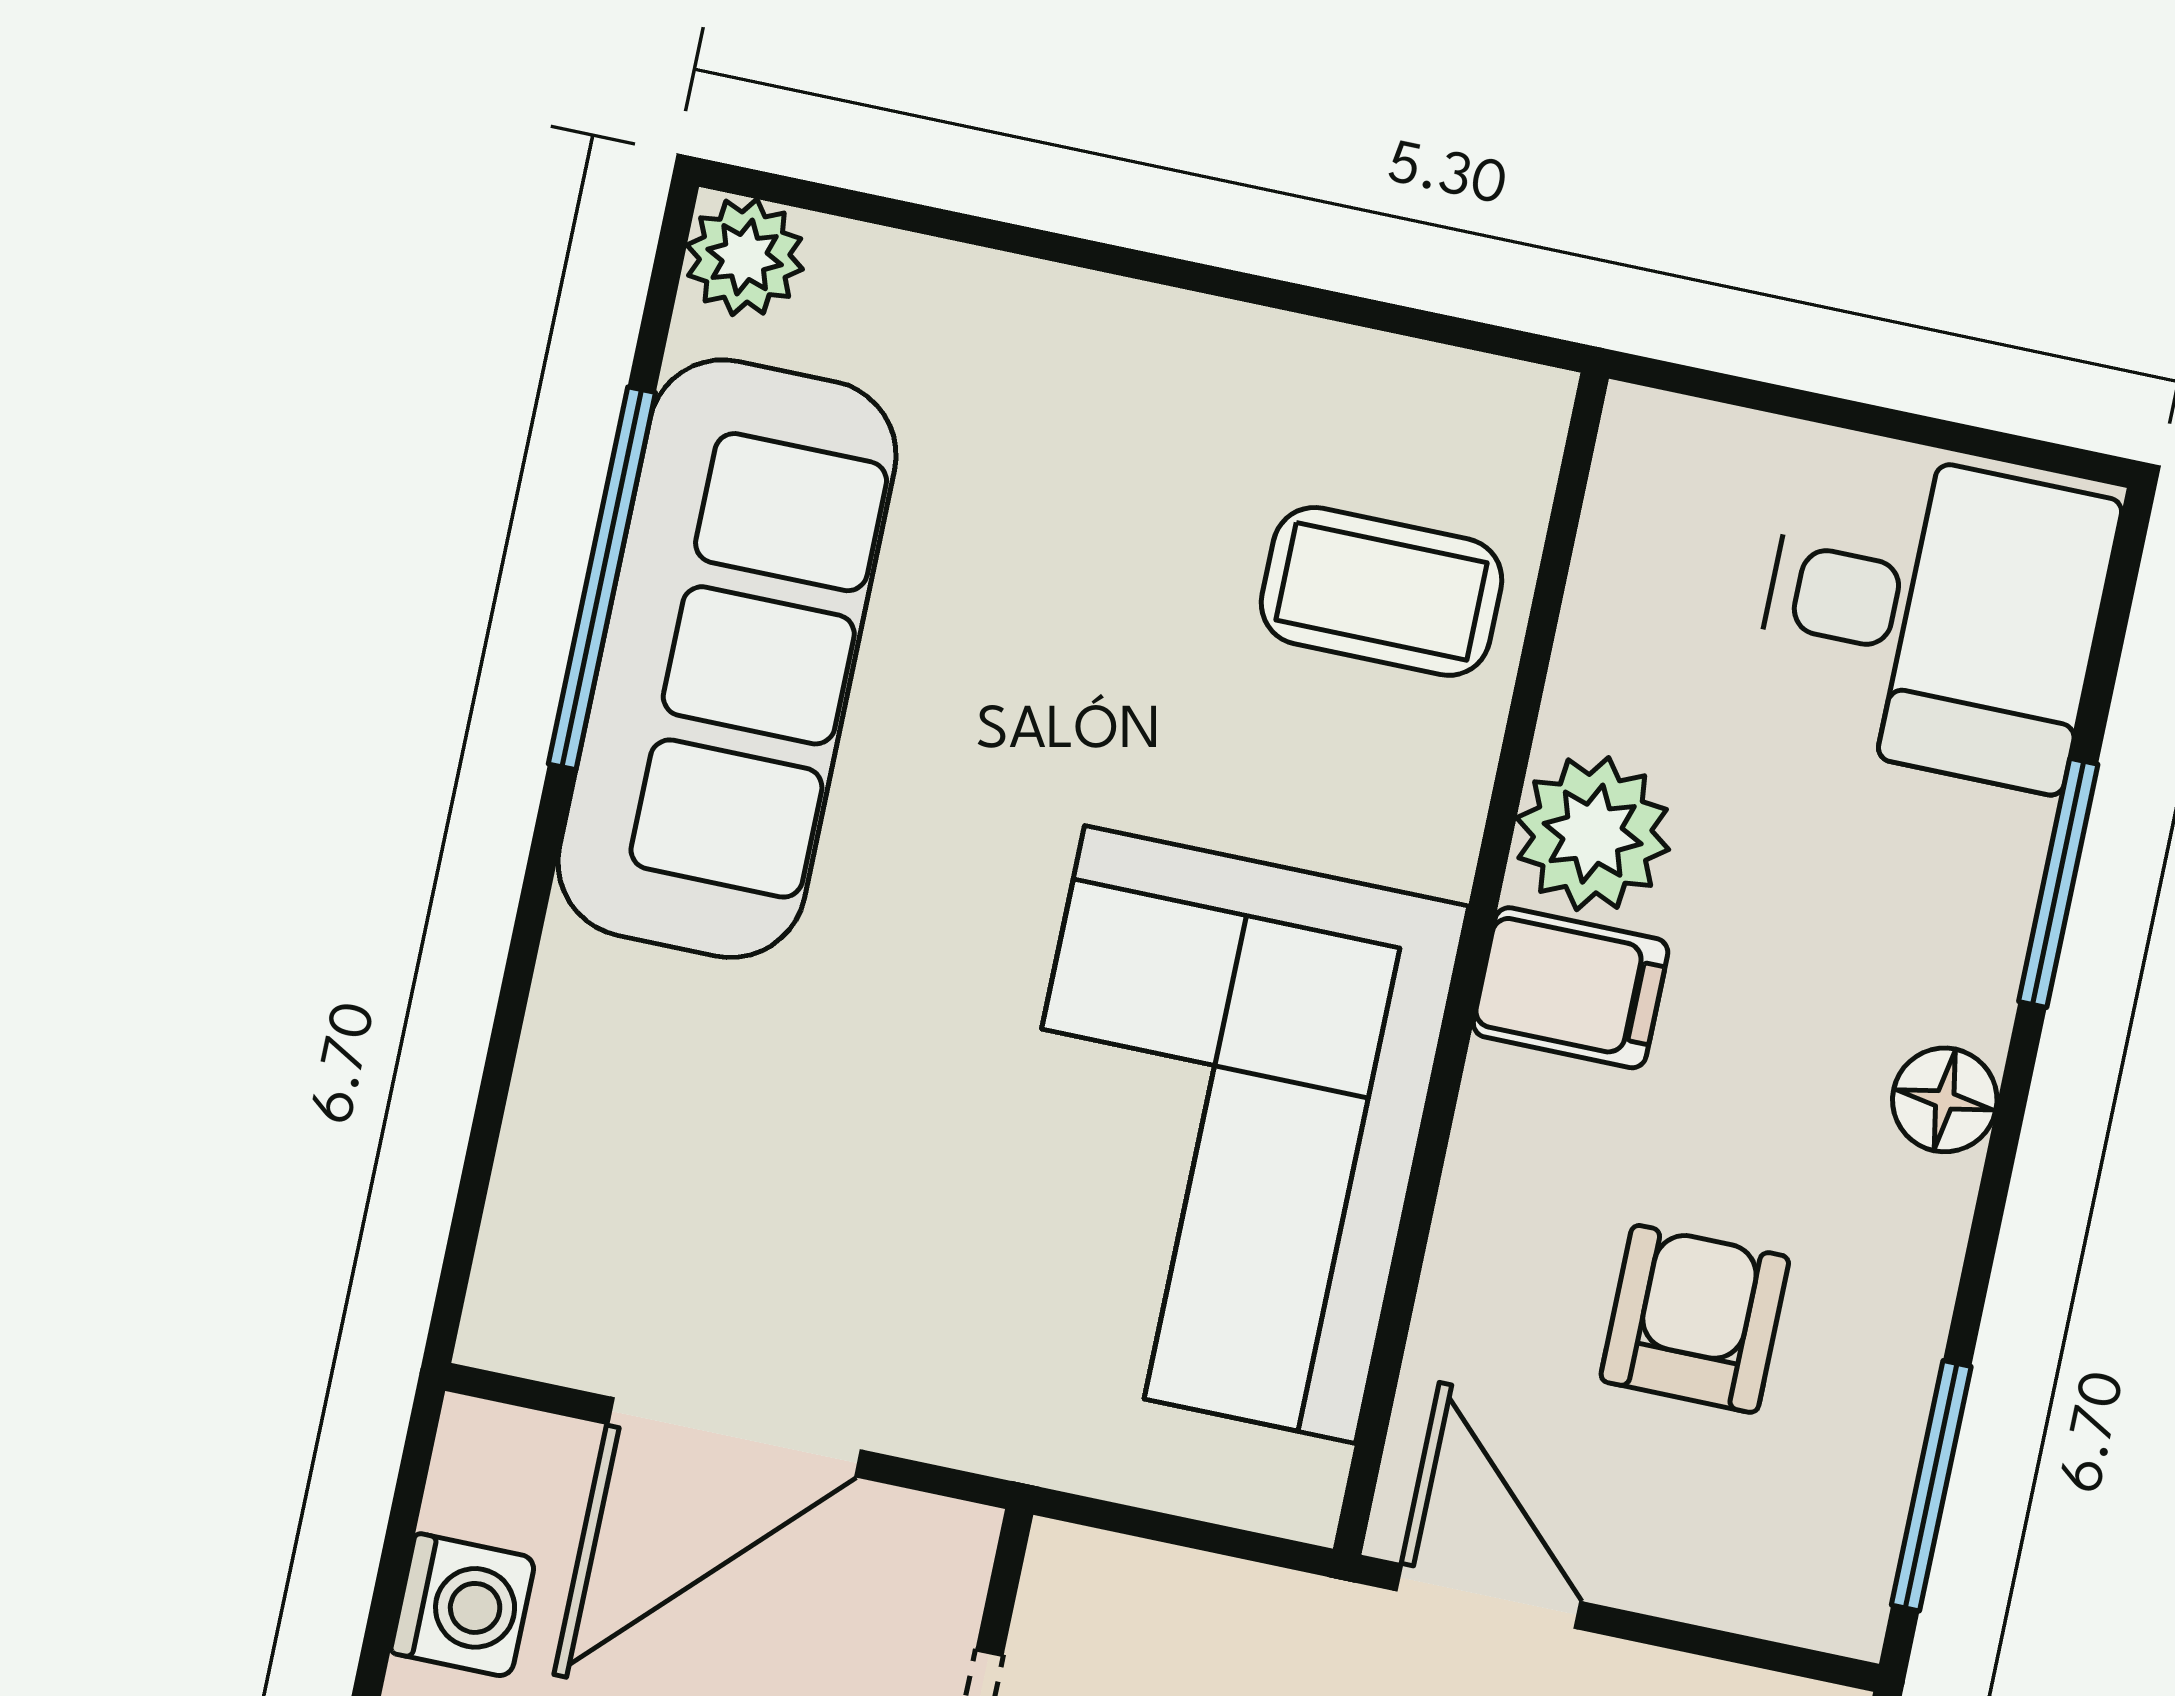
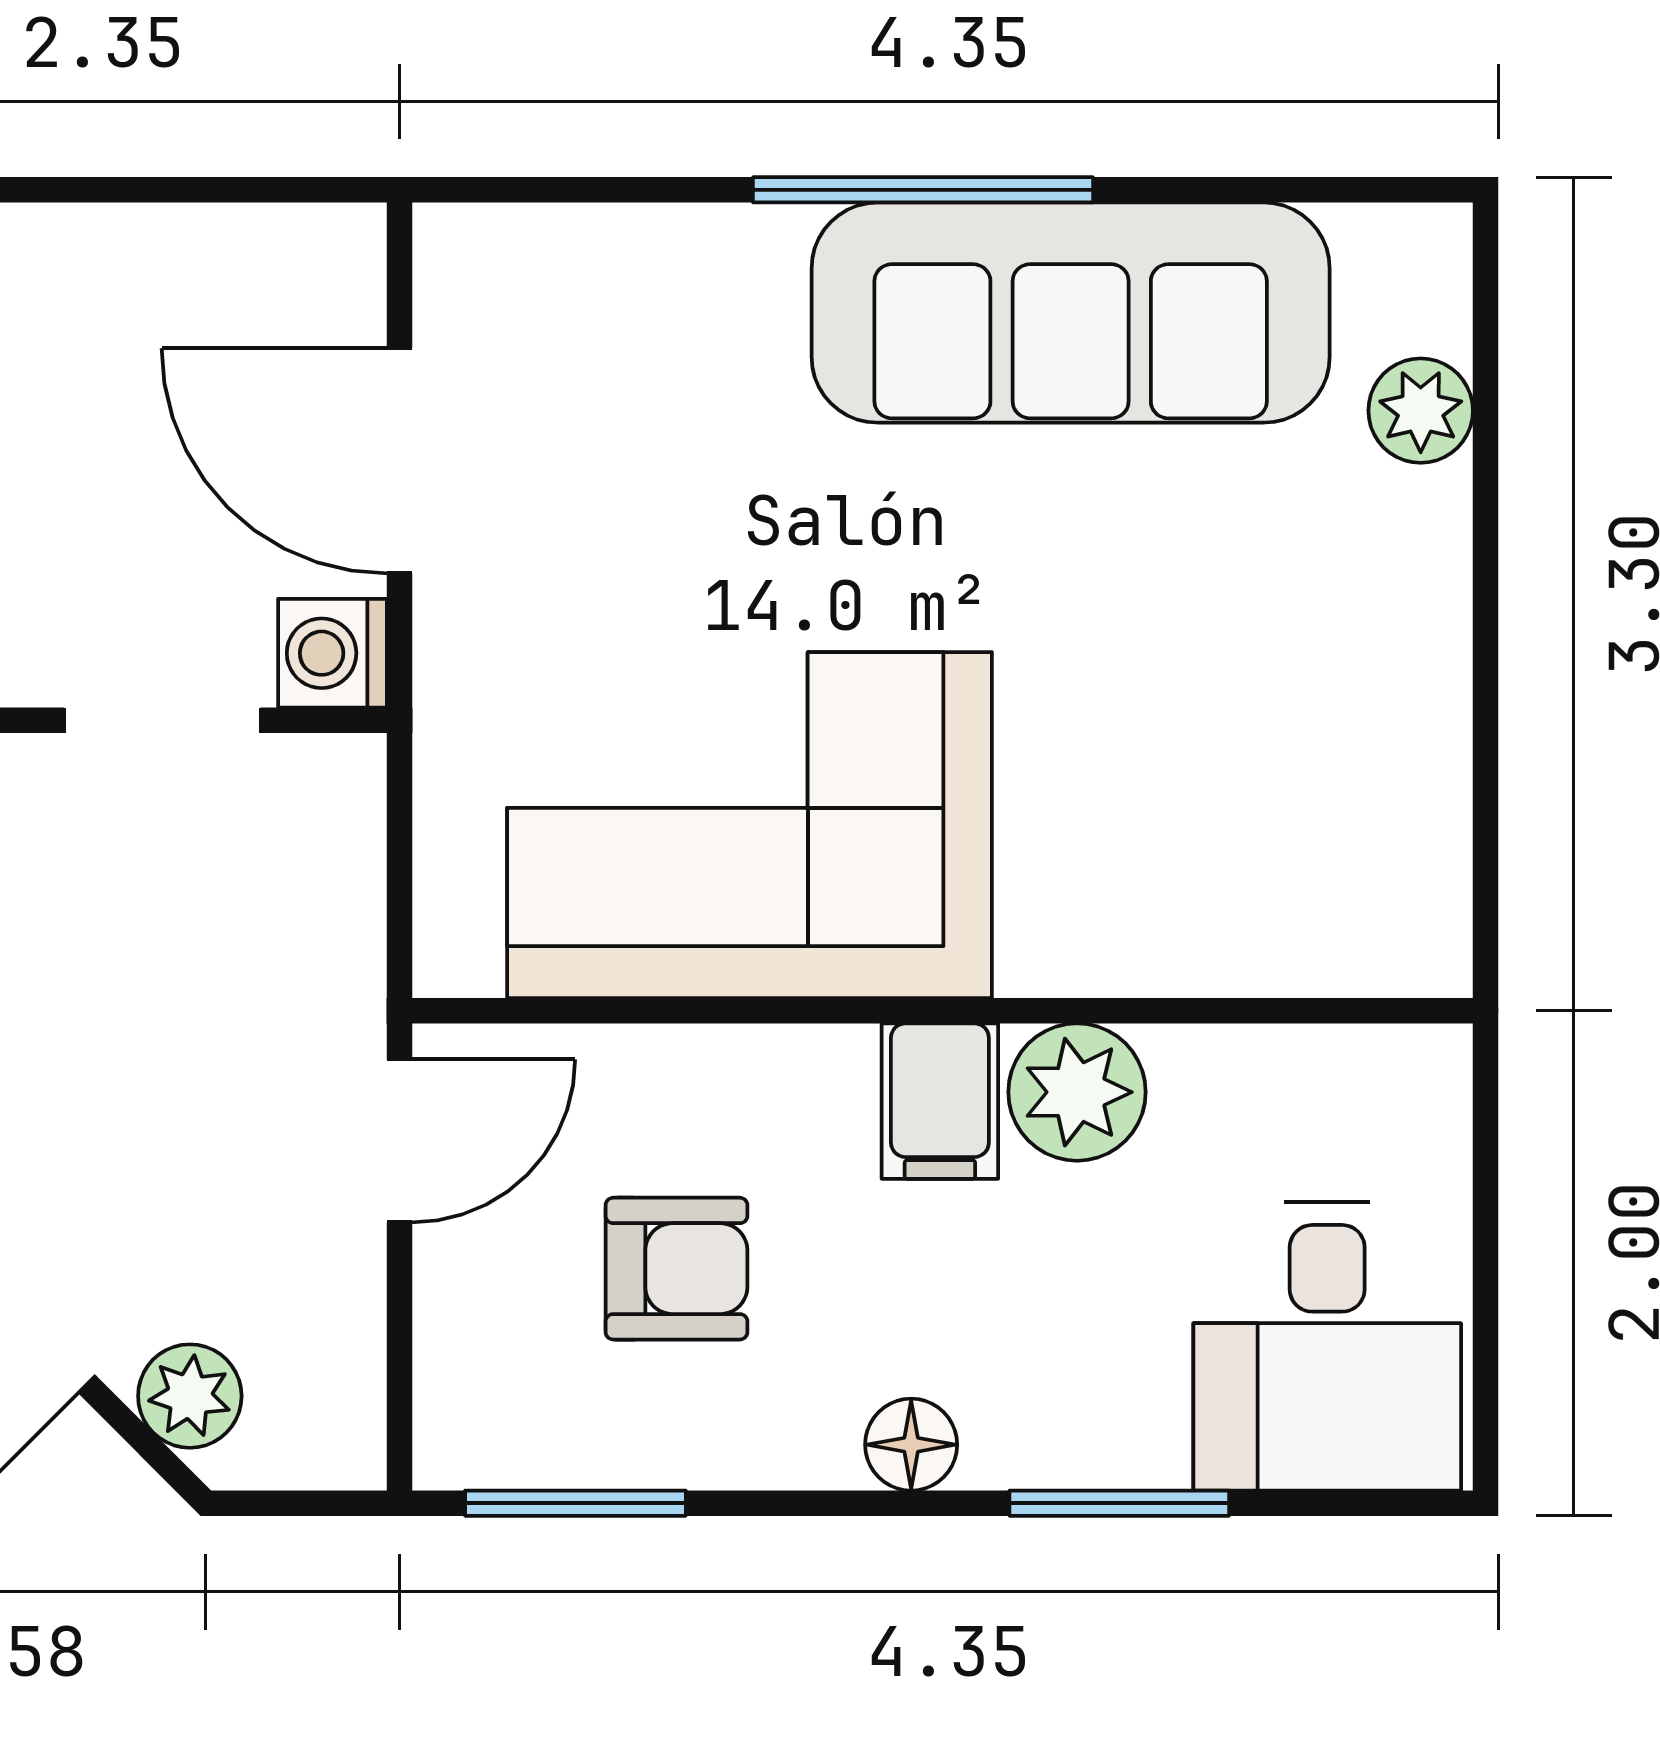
plant: (745, 257) -> (1421, 411), moved
window: (602, 578) -> (923, 190), moved
coffee table: (1382, 591) -> (1248, 866), removed
washing machine: (463, 1605) -> (332, 653), moved, turned 90

